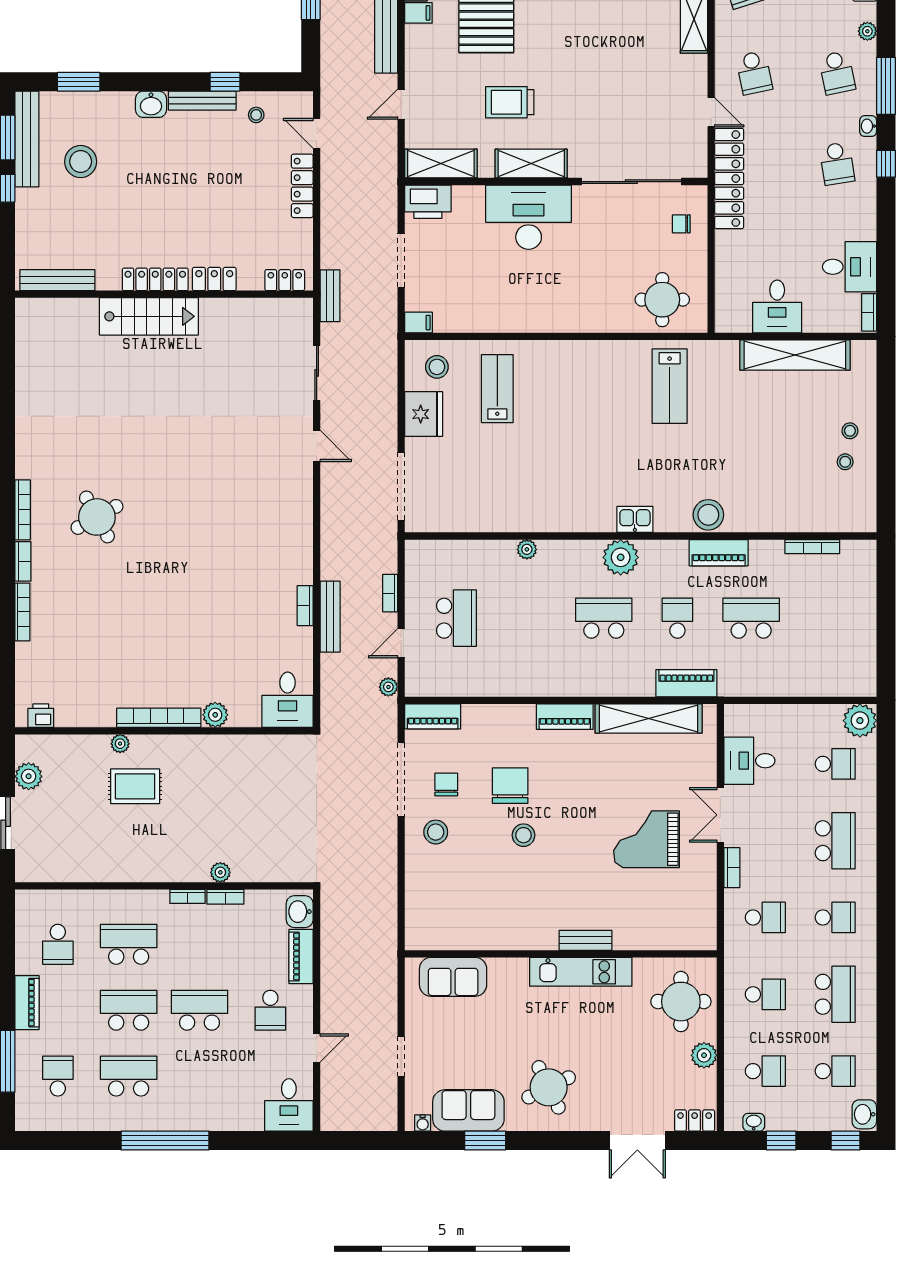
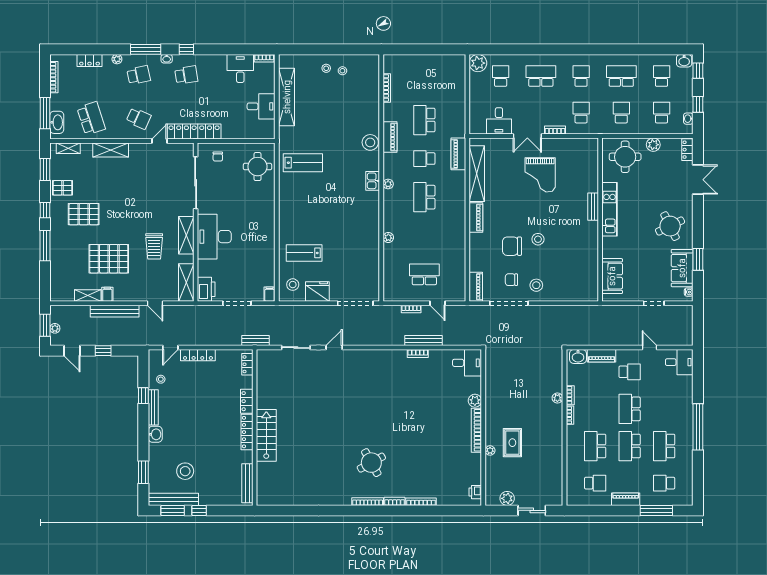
school desk: (754, 73) -> (139, 118), turned 36
plant: (621, 557) -> (388, 184), width x0.53, depth x0.53
plant: (388, 687) -> (460, 310), removed

